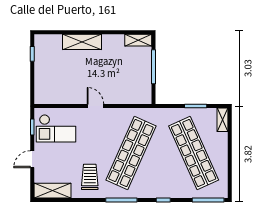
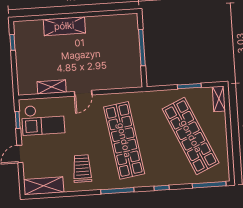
shelving: (138, 40) -> (52, 87), moved
door: (95, 106) -> (83, 93), swing flipped
shop shelf: (131, 153) -> (124, 140), turned -33

